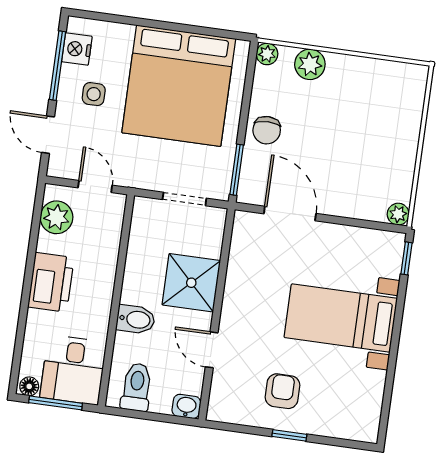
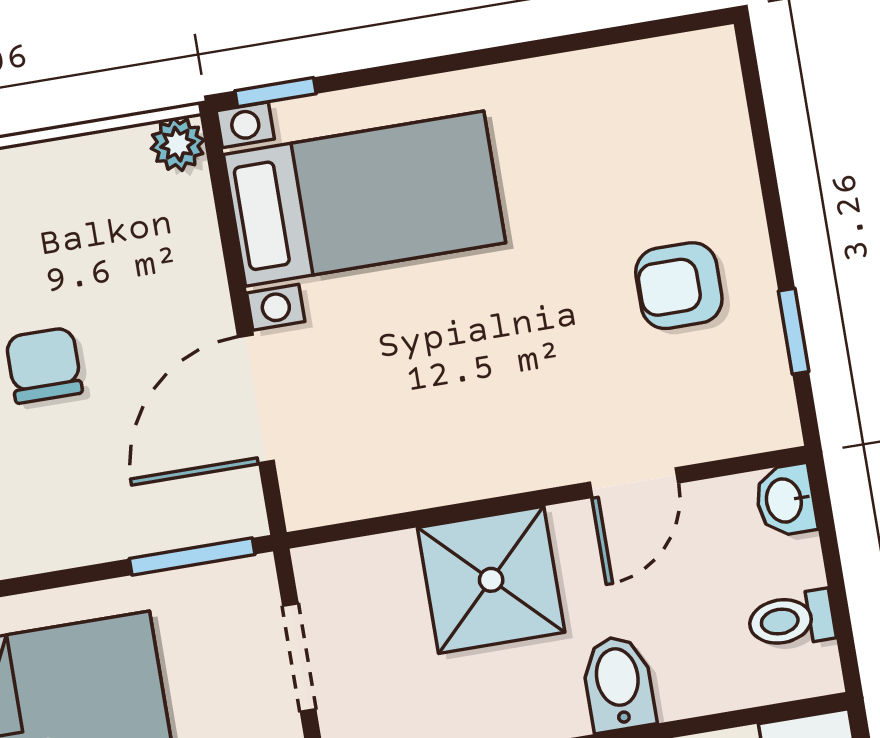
chair: (267, 130) -> (44, 365), moved, turned -90
bed with nightstands: (341, 318) -> (365, 199), moved, turned -90
toilet: (137, 387) -> (791, 620), width x0.73, depth x0.72
window: (289, 435) -> (794, 331), moved

